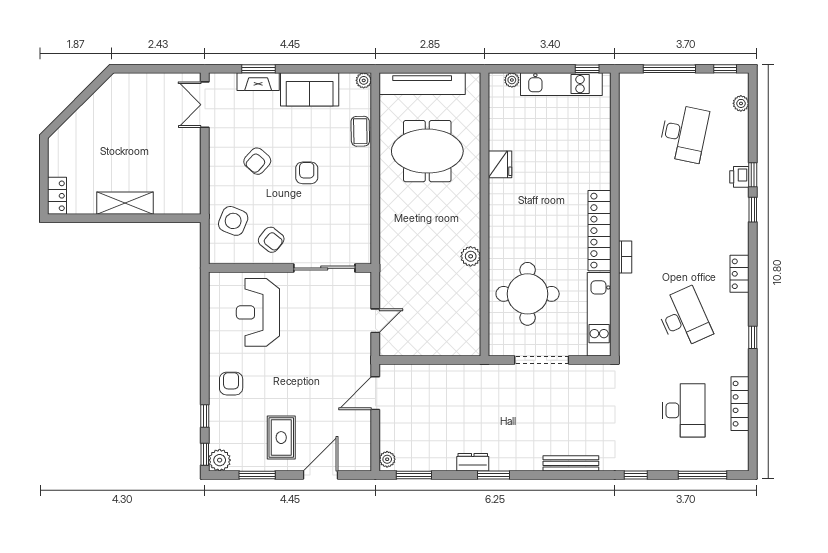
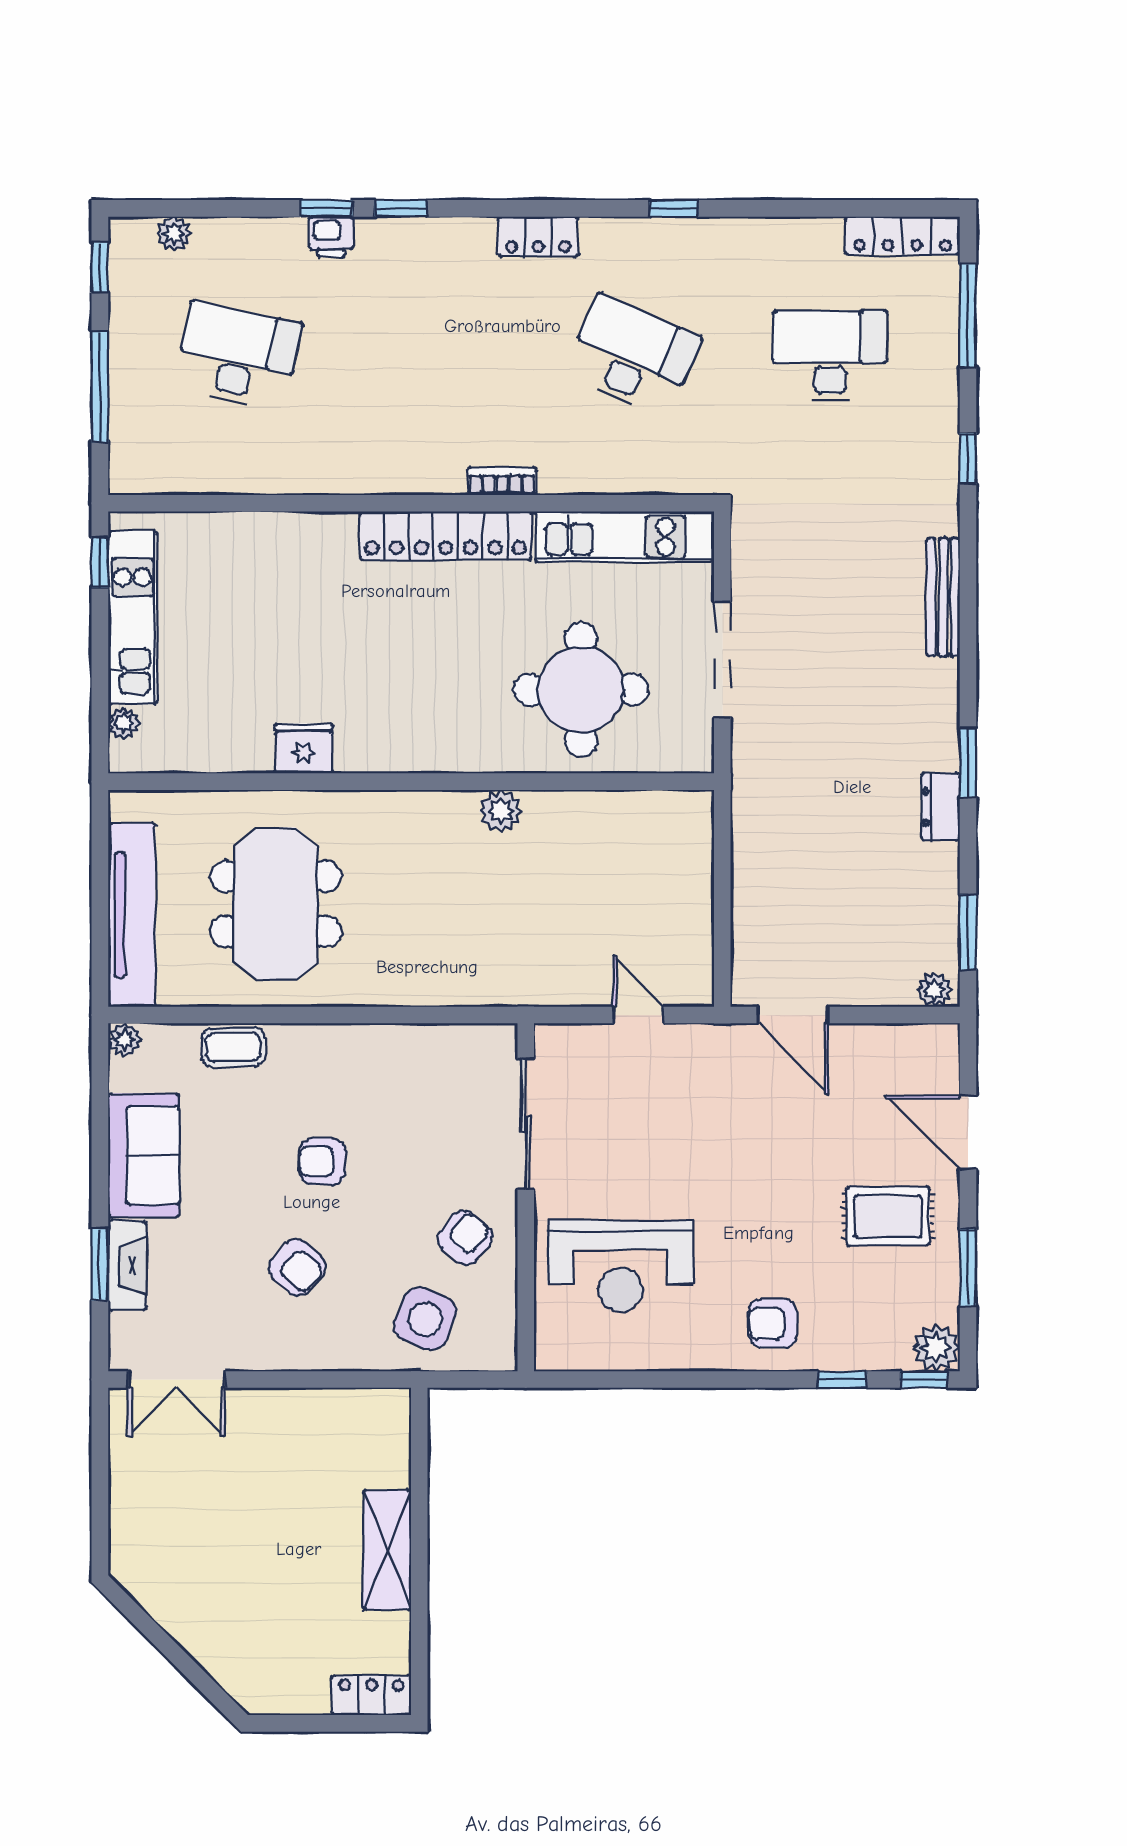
desk: (684, 318) -> (633, 356), turned 48
locker: (740, 404) -> (902, 236), moved

